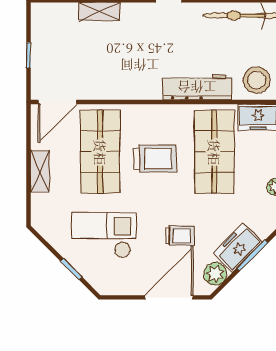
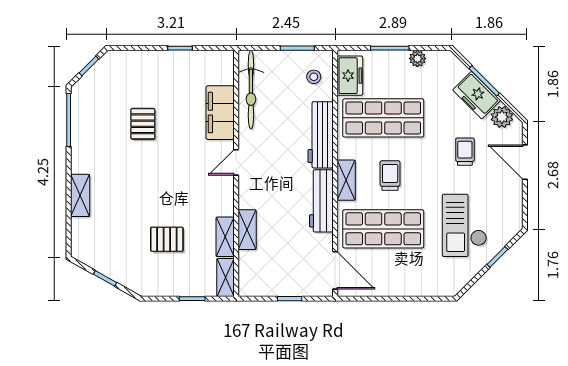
stool: (257, 80) -> (314, 77), width x0.53, depth x0.53
workbench: (129, 88) -> (321, 201), added
trolley: (155, 159) -> (390, 176), width x0.73, depth x0.72
shelving: (40, 171) -> (346, 180), moved, turned 90
door: (169, 297) -> (525, 162), width x0.73

